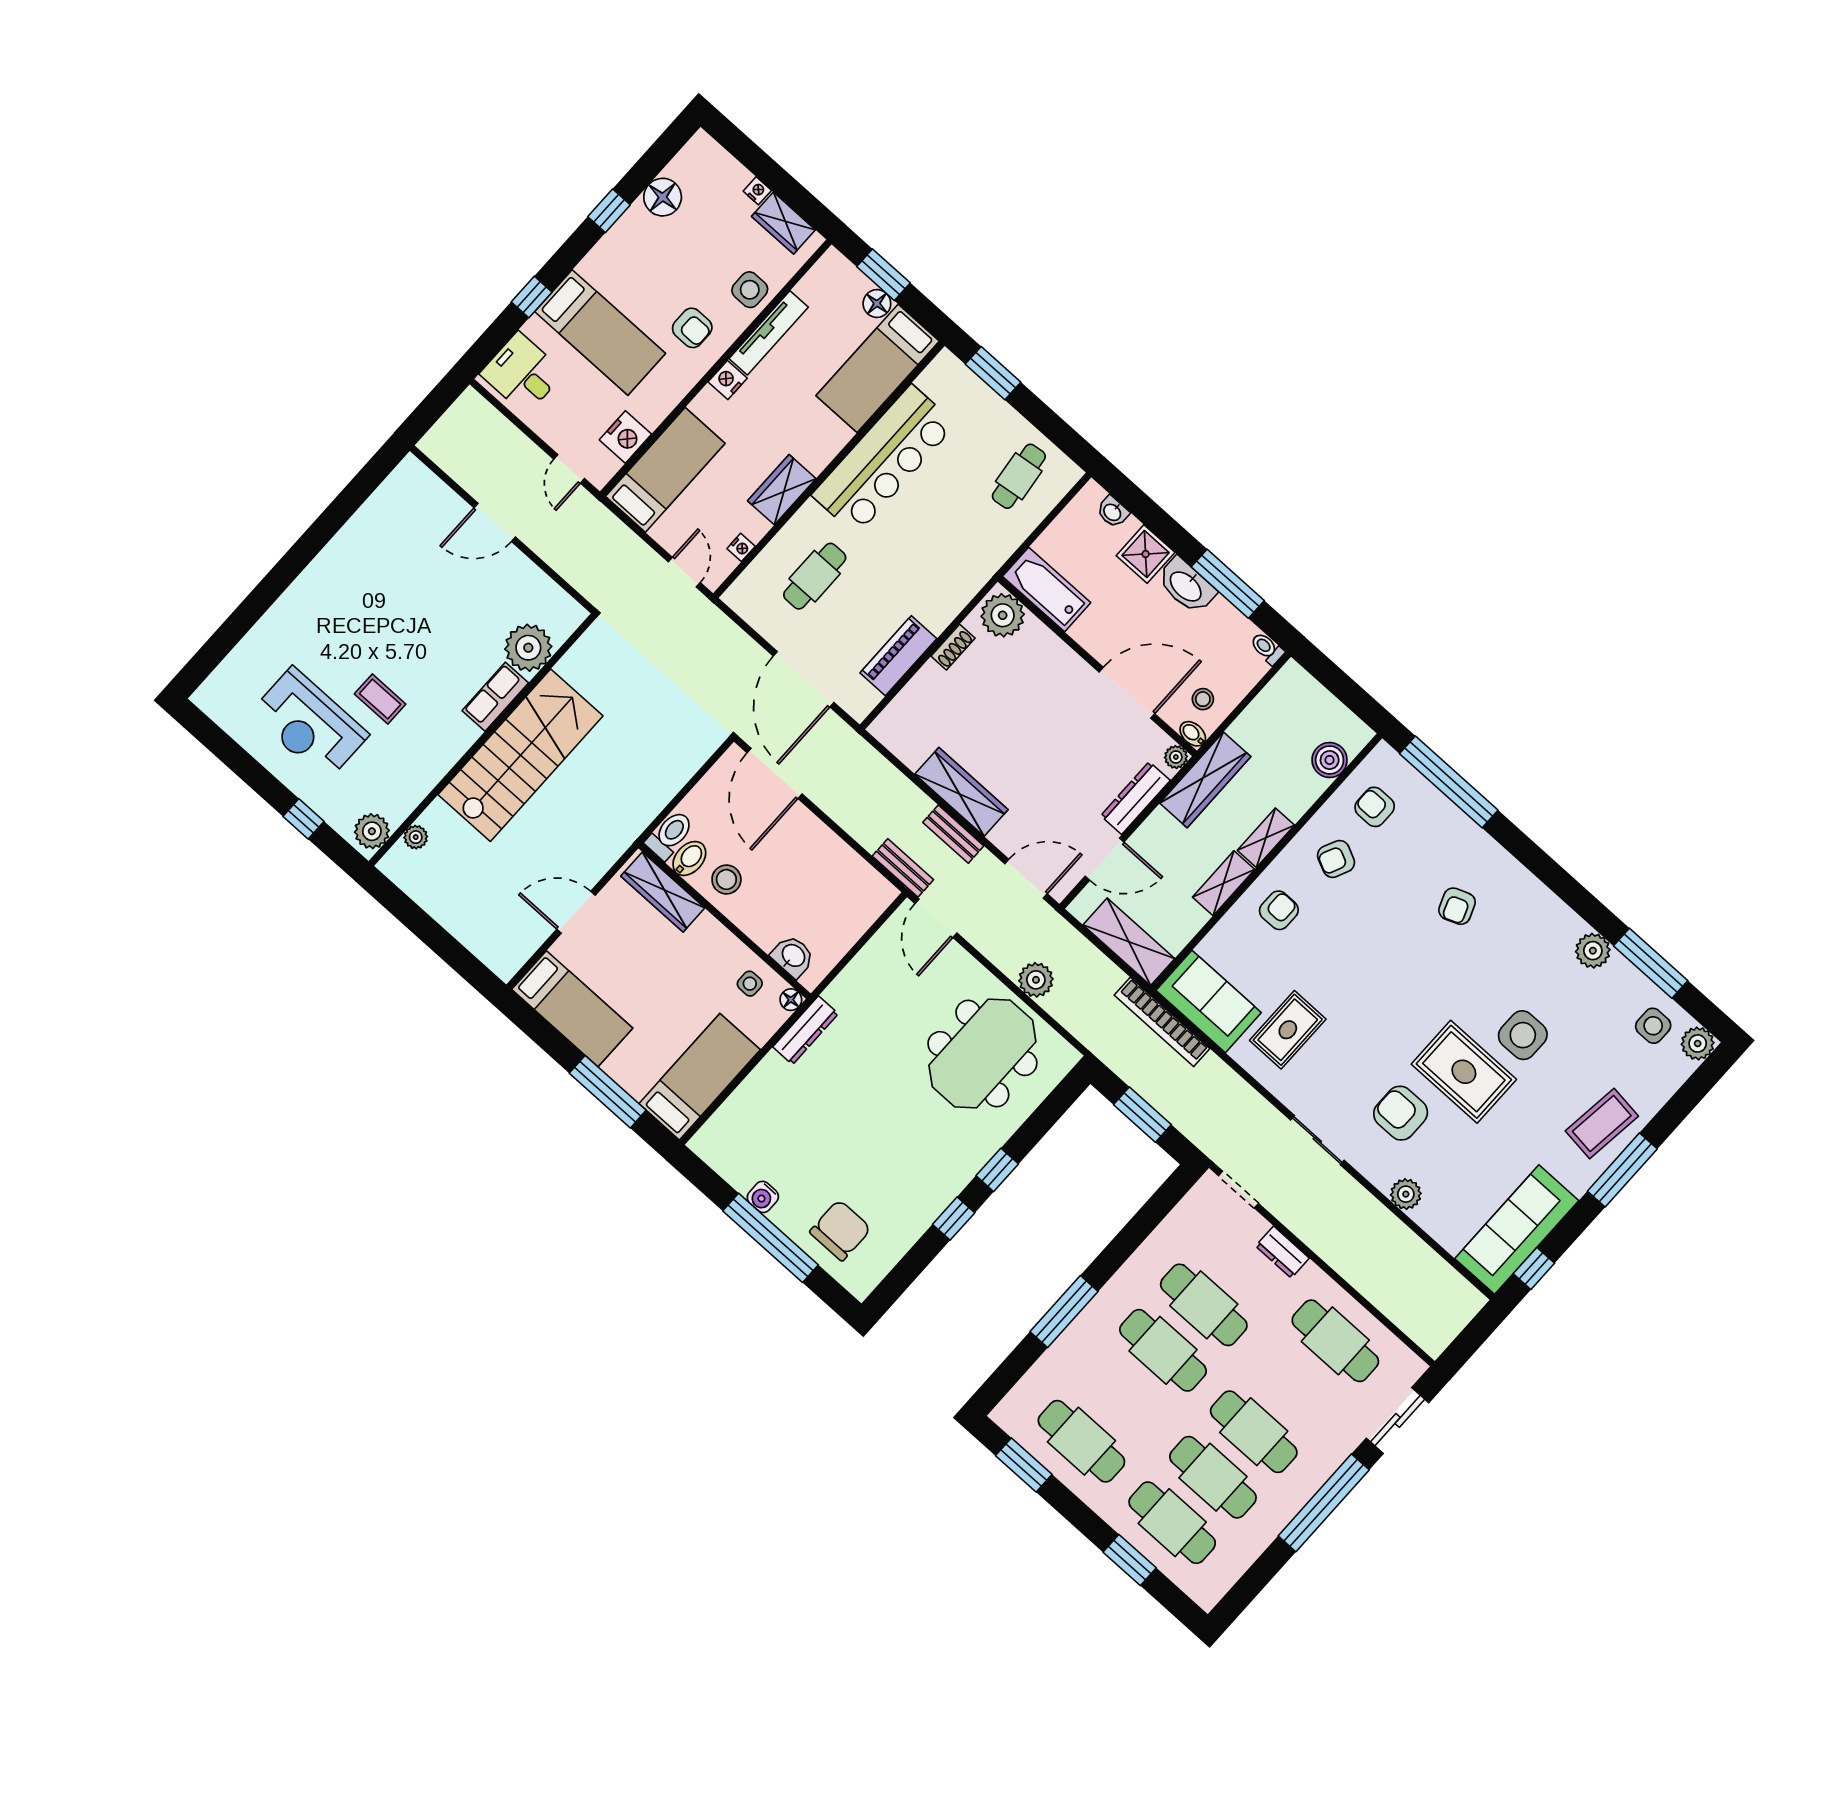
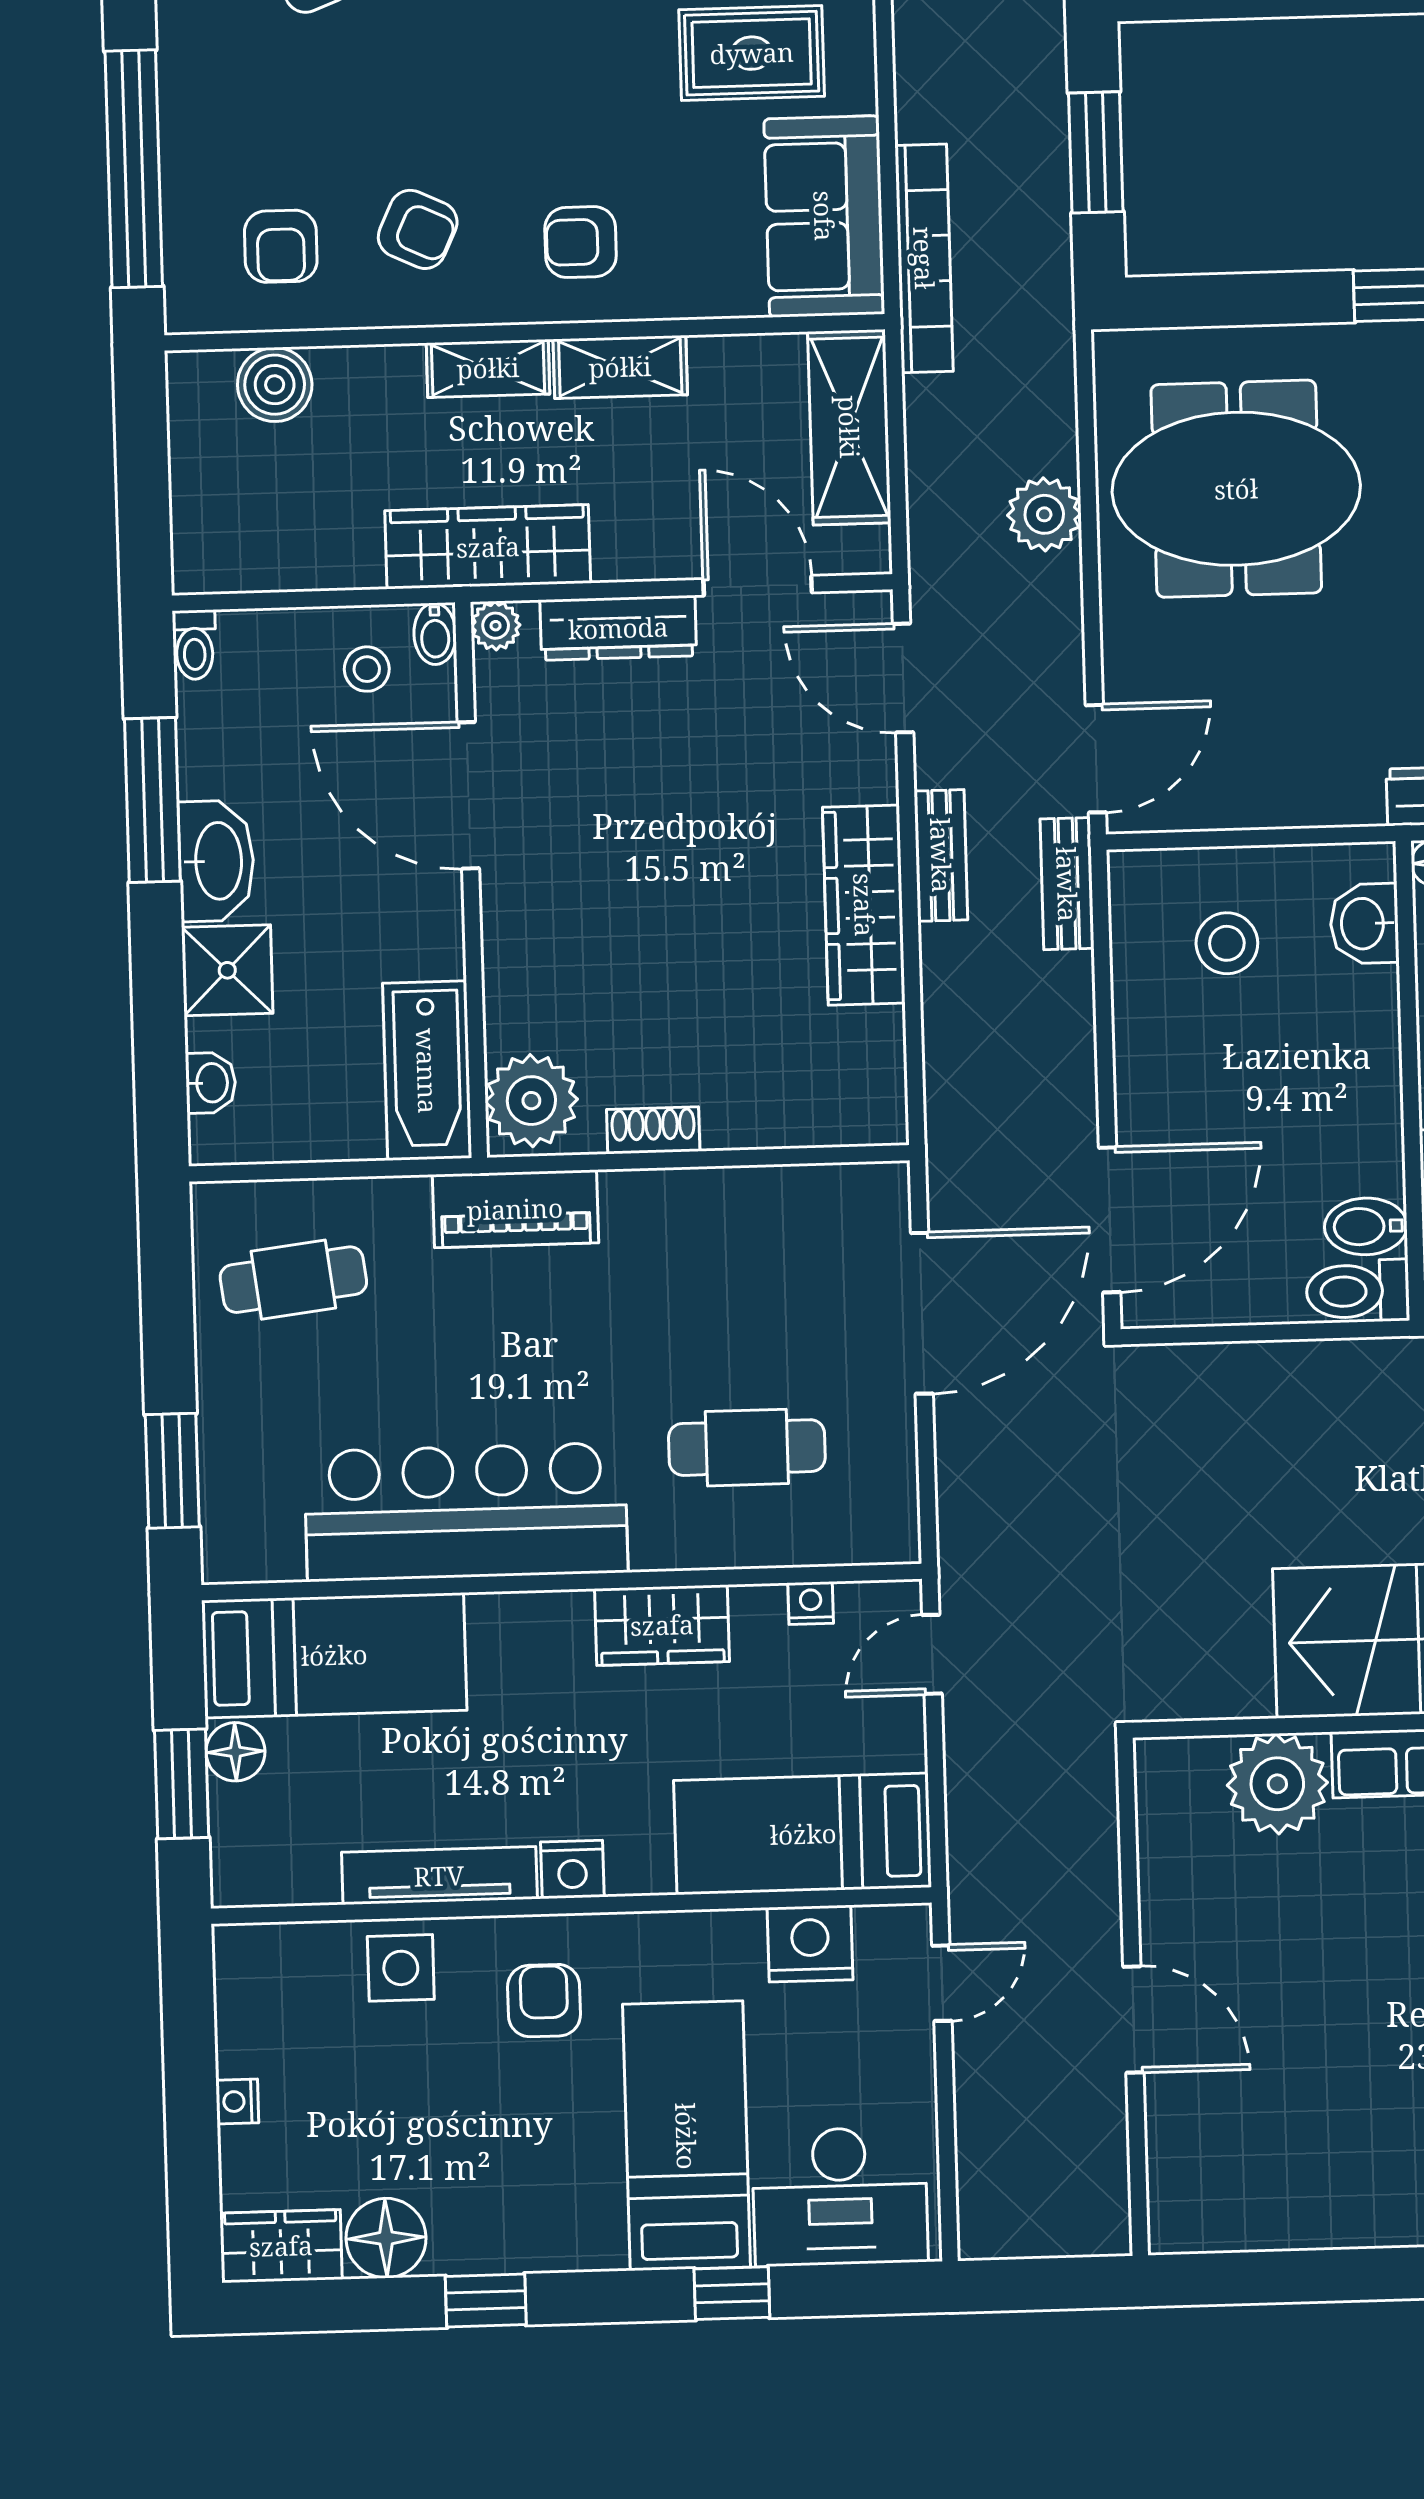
wardrobe: (783, 223) -> (281, 2246), moved, turned -90
desk: (522, 373) -> (840, 2197), width x1.37
piano: (898, 656) -> (515, 1209), moved
stool: (726, 879) -> (1227, 943), moved

